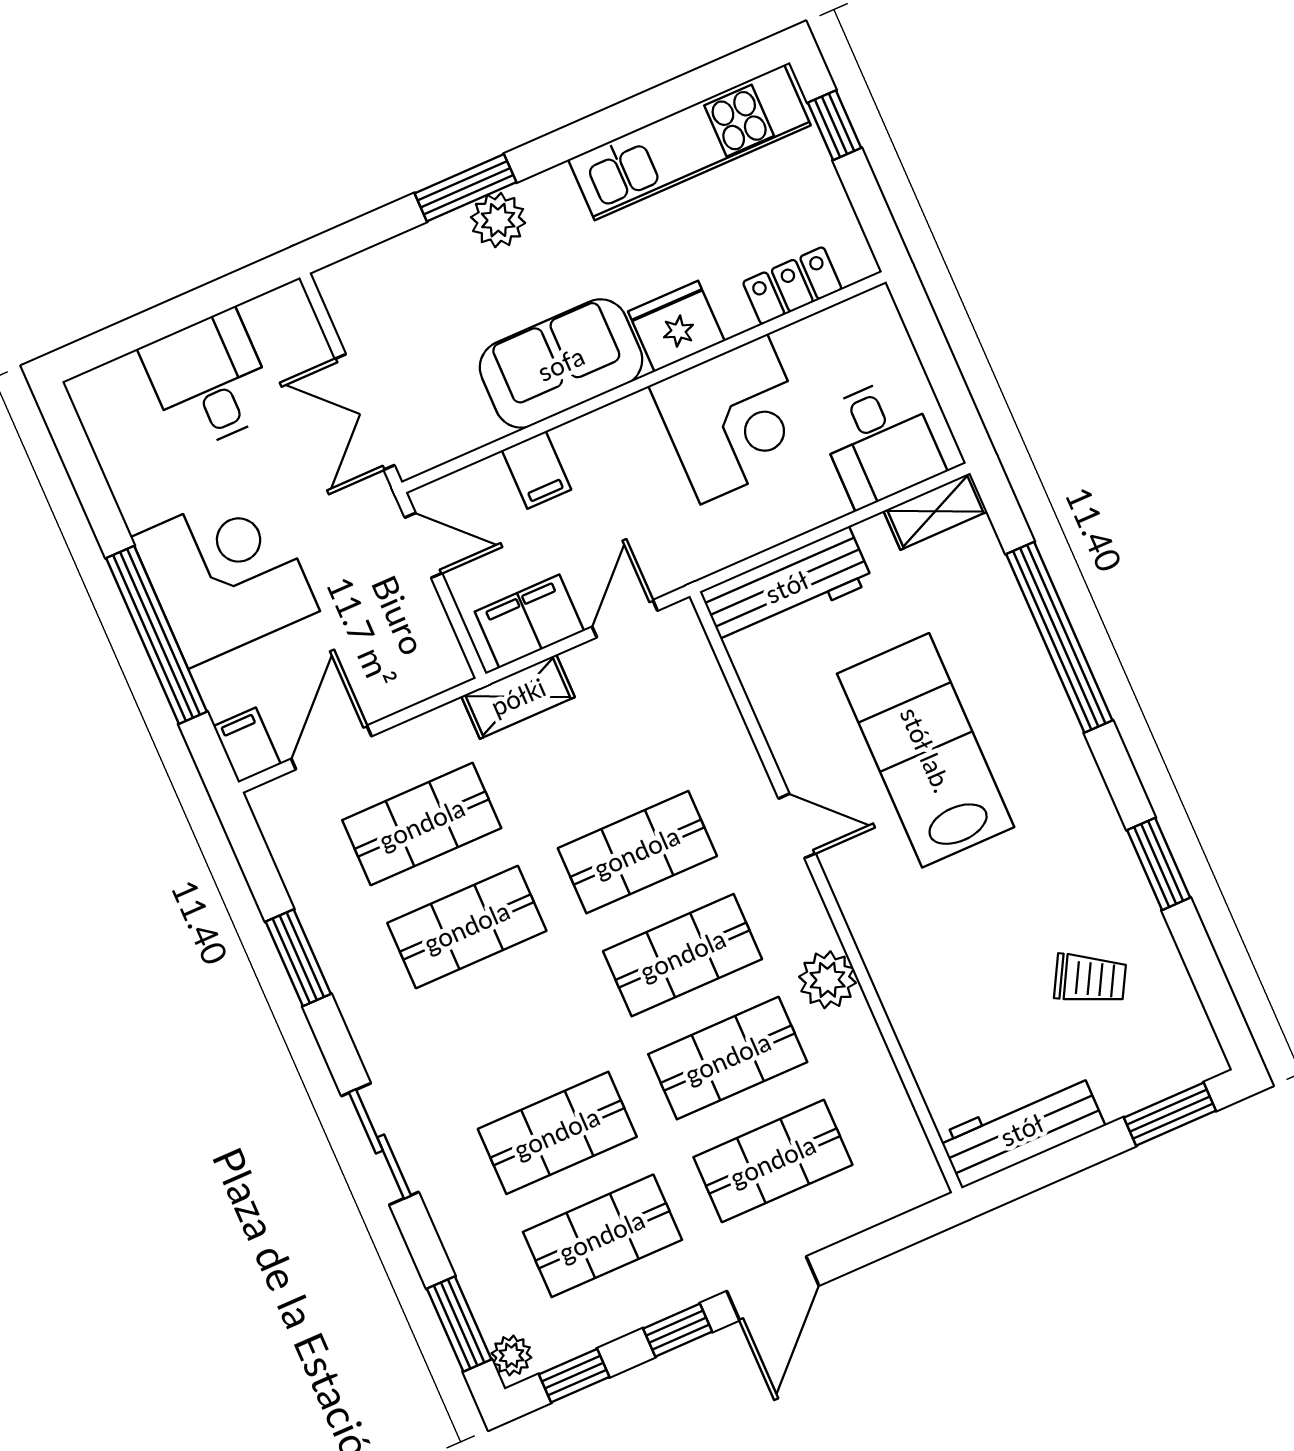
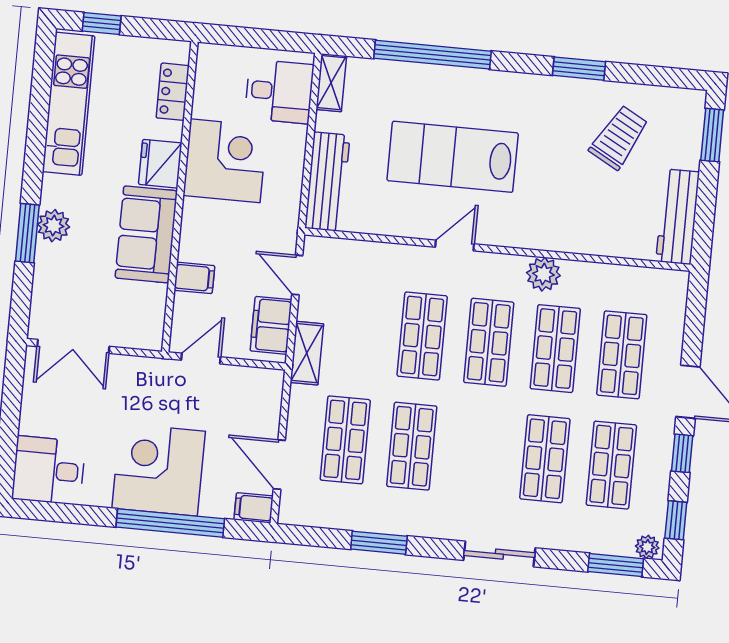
desk: (209, 380) -> (49, 470), moved
double door: (365, 412) -> (73, 346), moved
trolley: (1090, 979) -> (619, 137), width x1.36, depth x1.39

